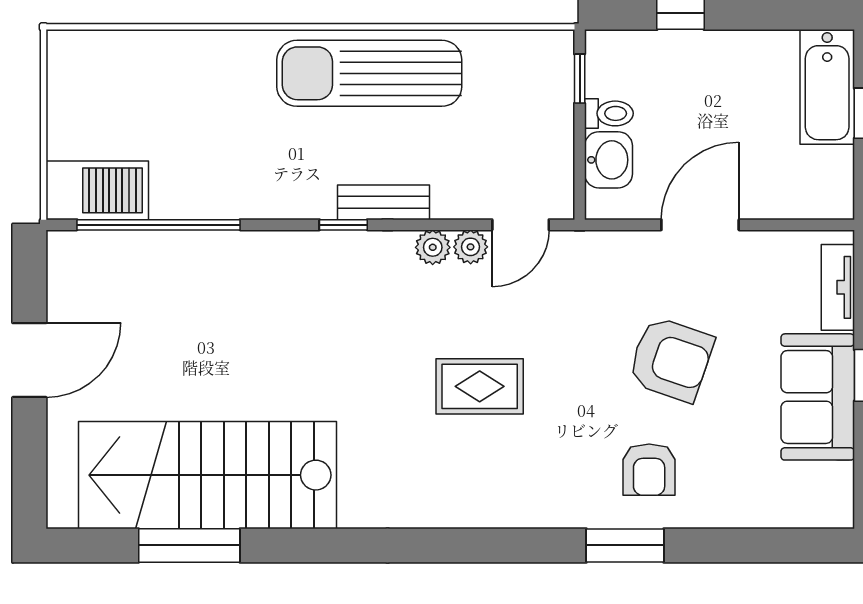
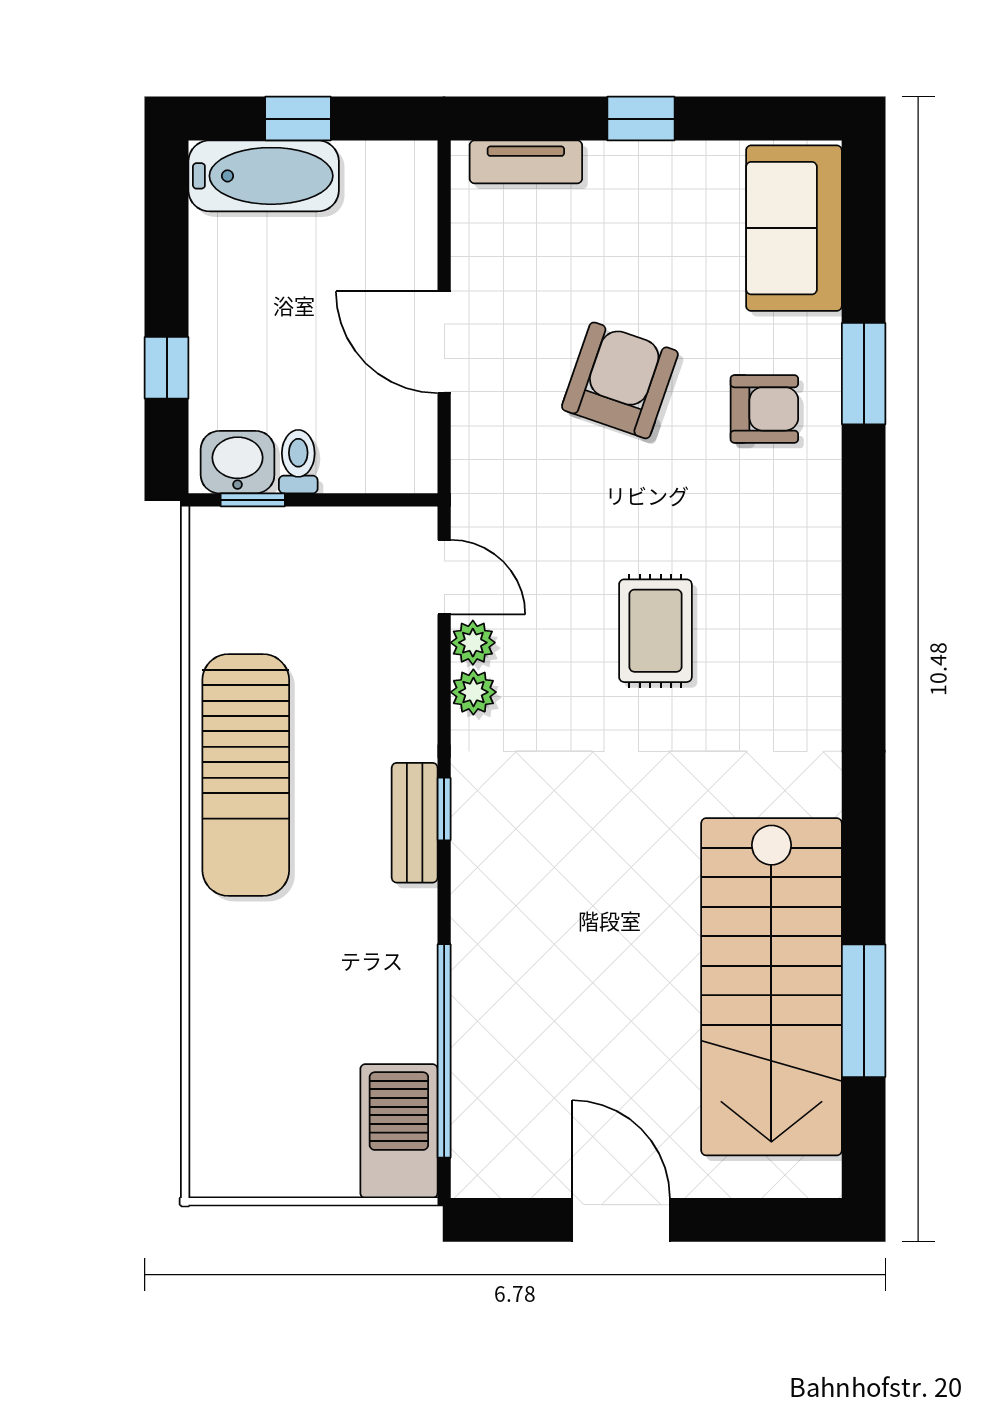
washbasin: (608, 160) -> (238, 462), moved
bench: (384, 202) -> (415, 823), moved
sofa: (818, 397) -> (794, 228), moved, turned 90
window: (625, 545) -> (864, 374), moved

